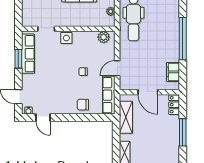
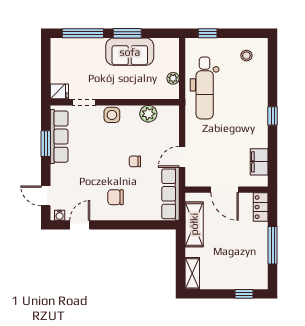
fridge: (28, 21) -> (59, 91), added
plant: (104, 37) -> (148, 114), moved
window: (183, 39) -> (273, 116), width x0.32
chair: (83, 105) -> (115, 197), moved
door: (43, 118) -> (80, 225), swing flipped

